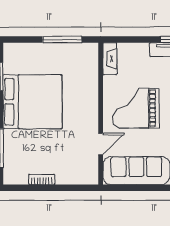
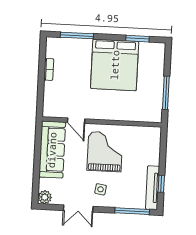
fireplace: (110, 59) -> (148, 132), removed

